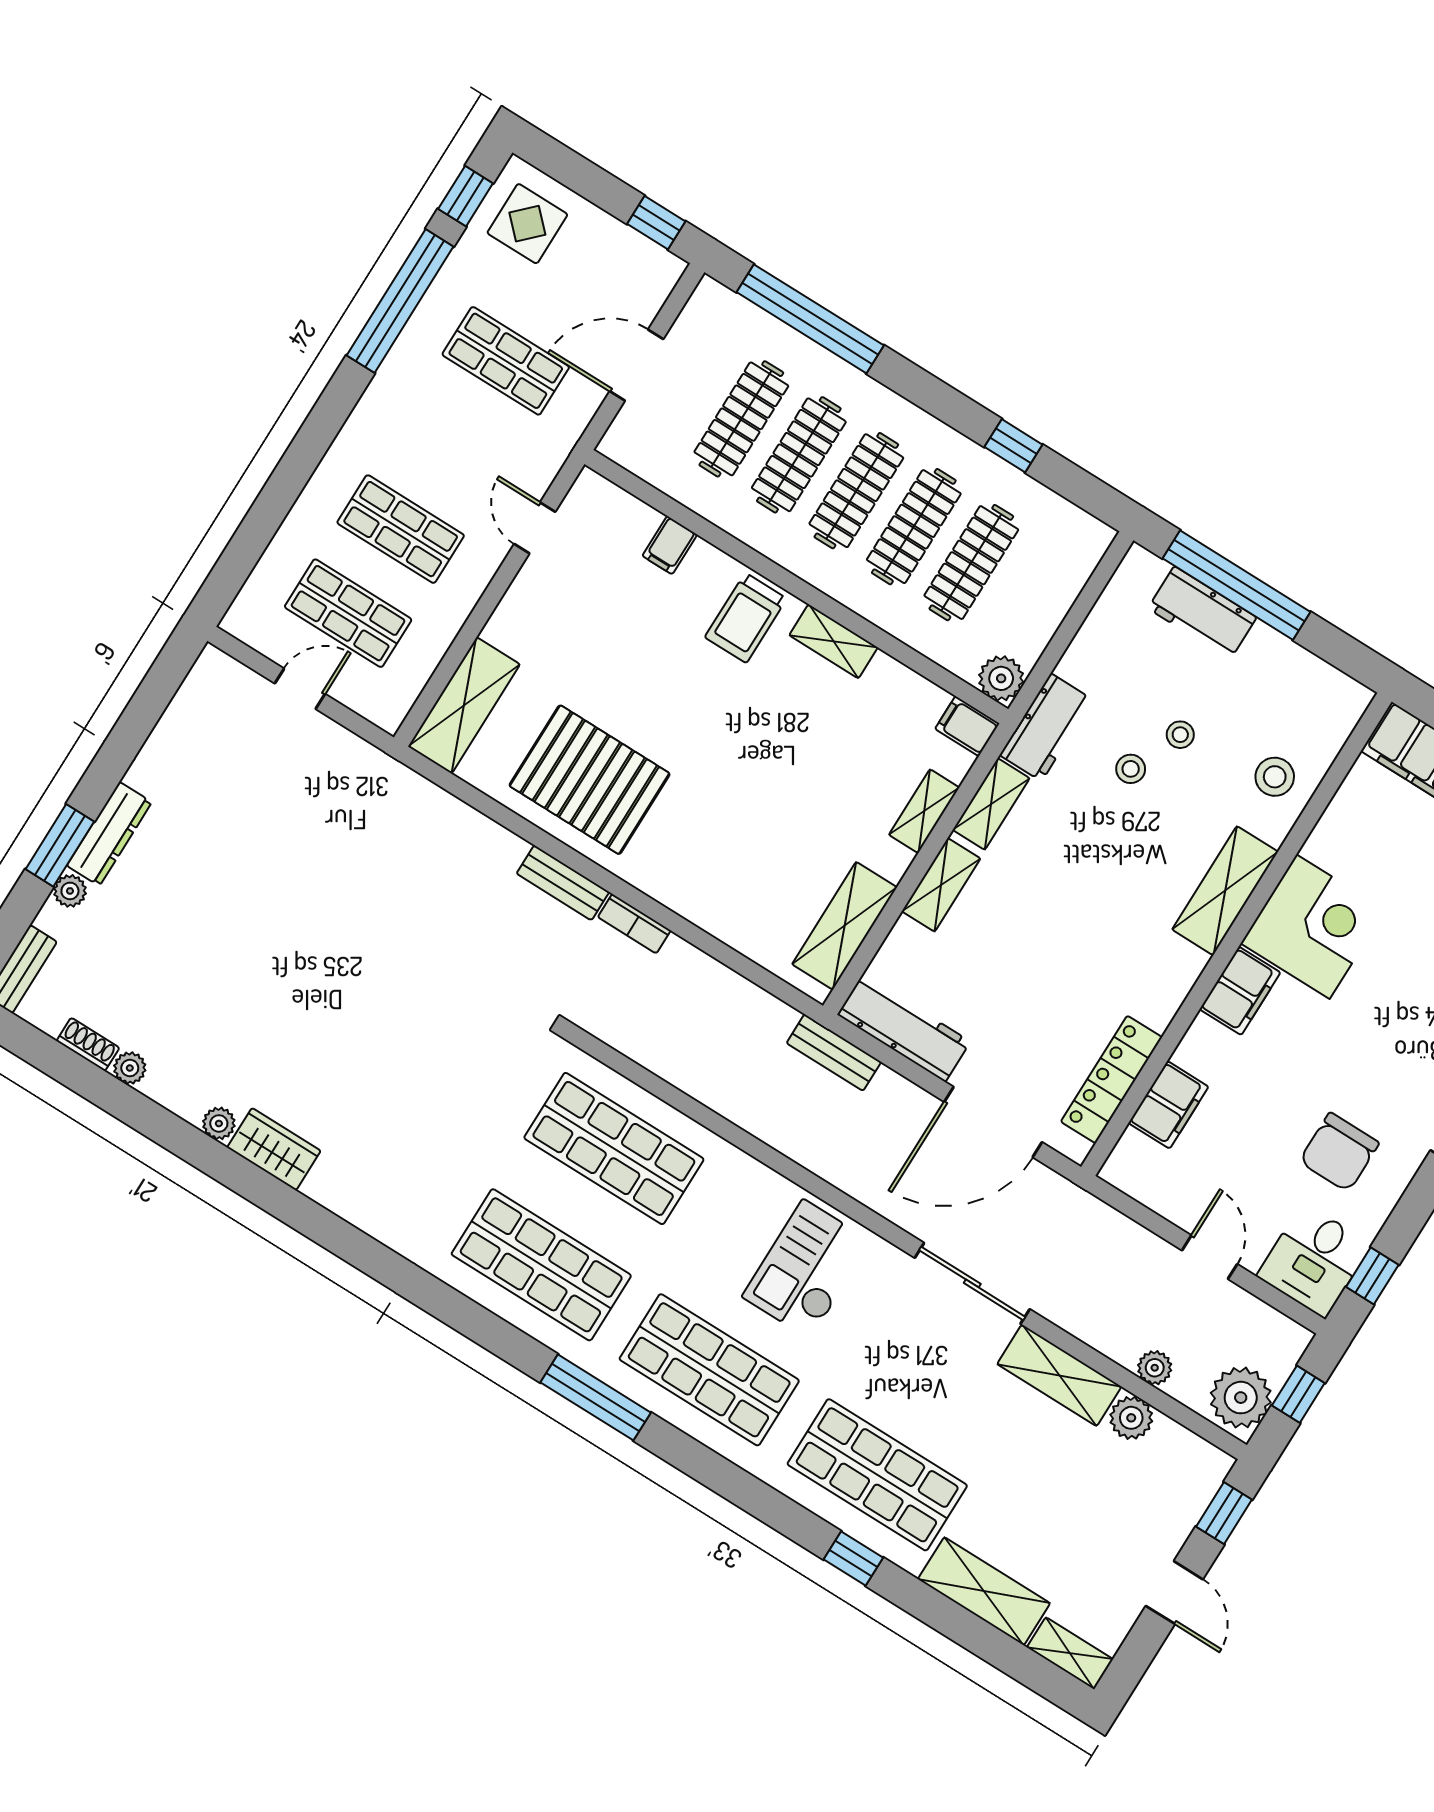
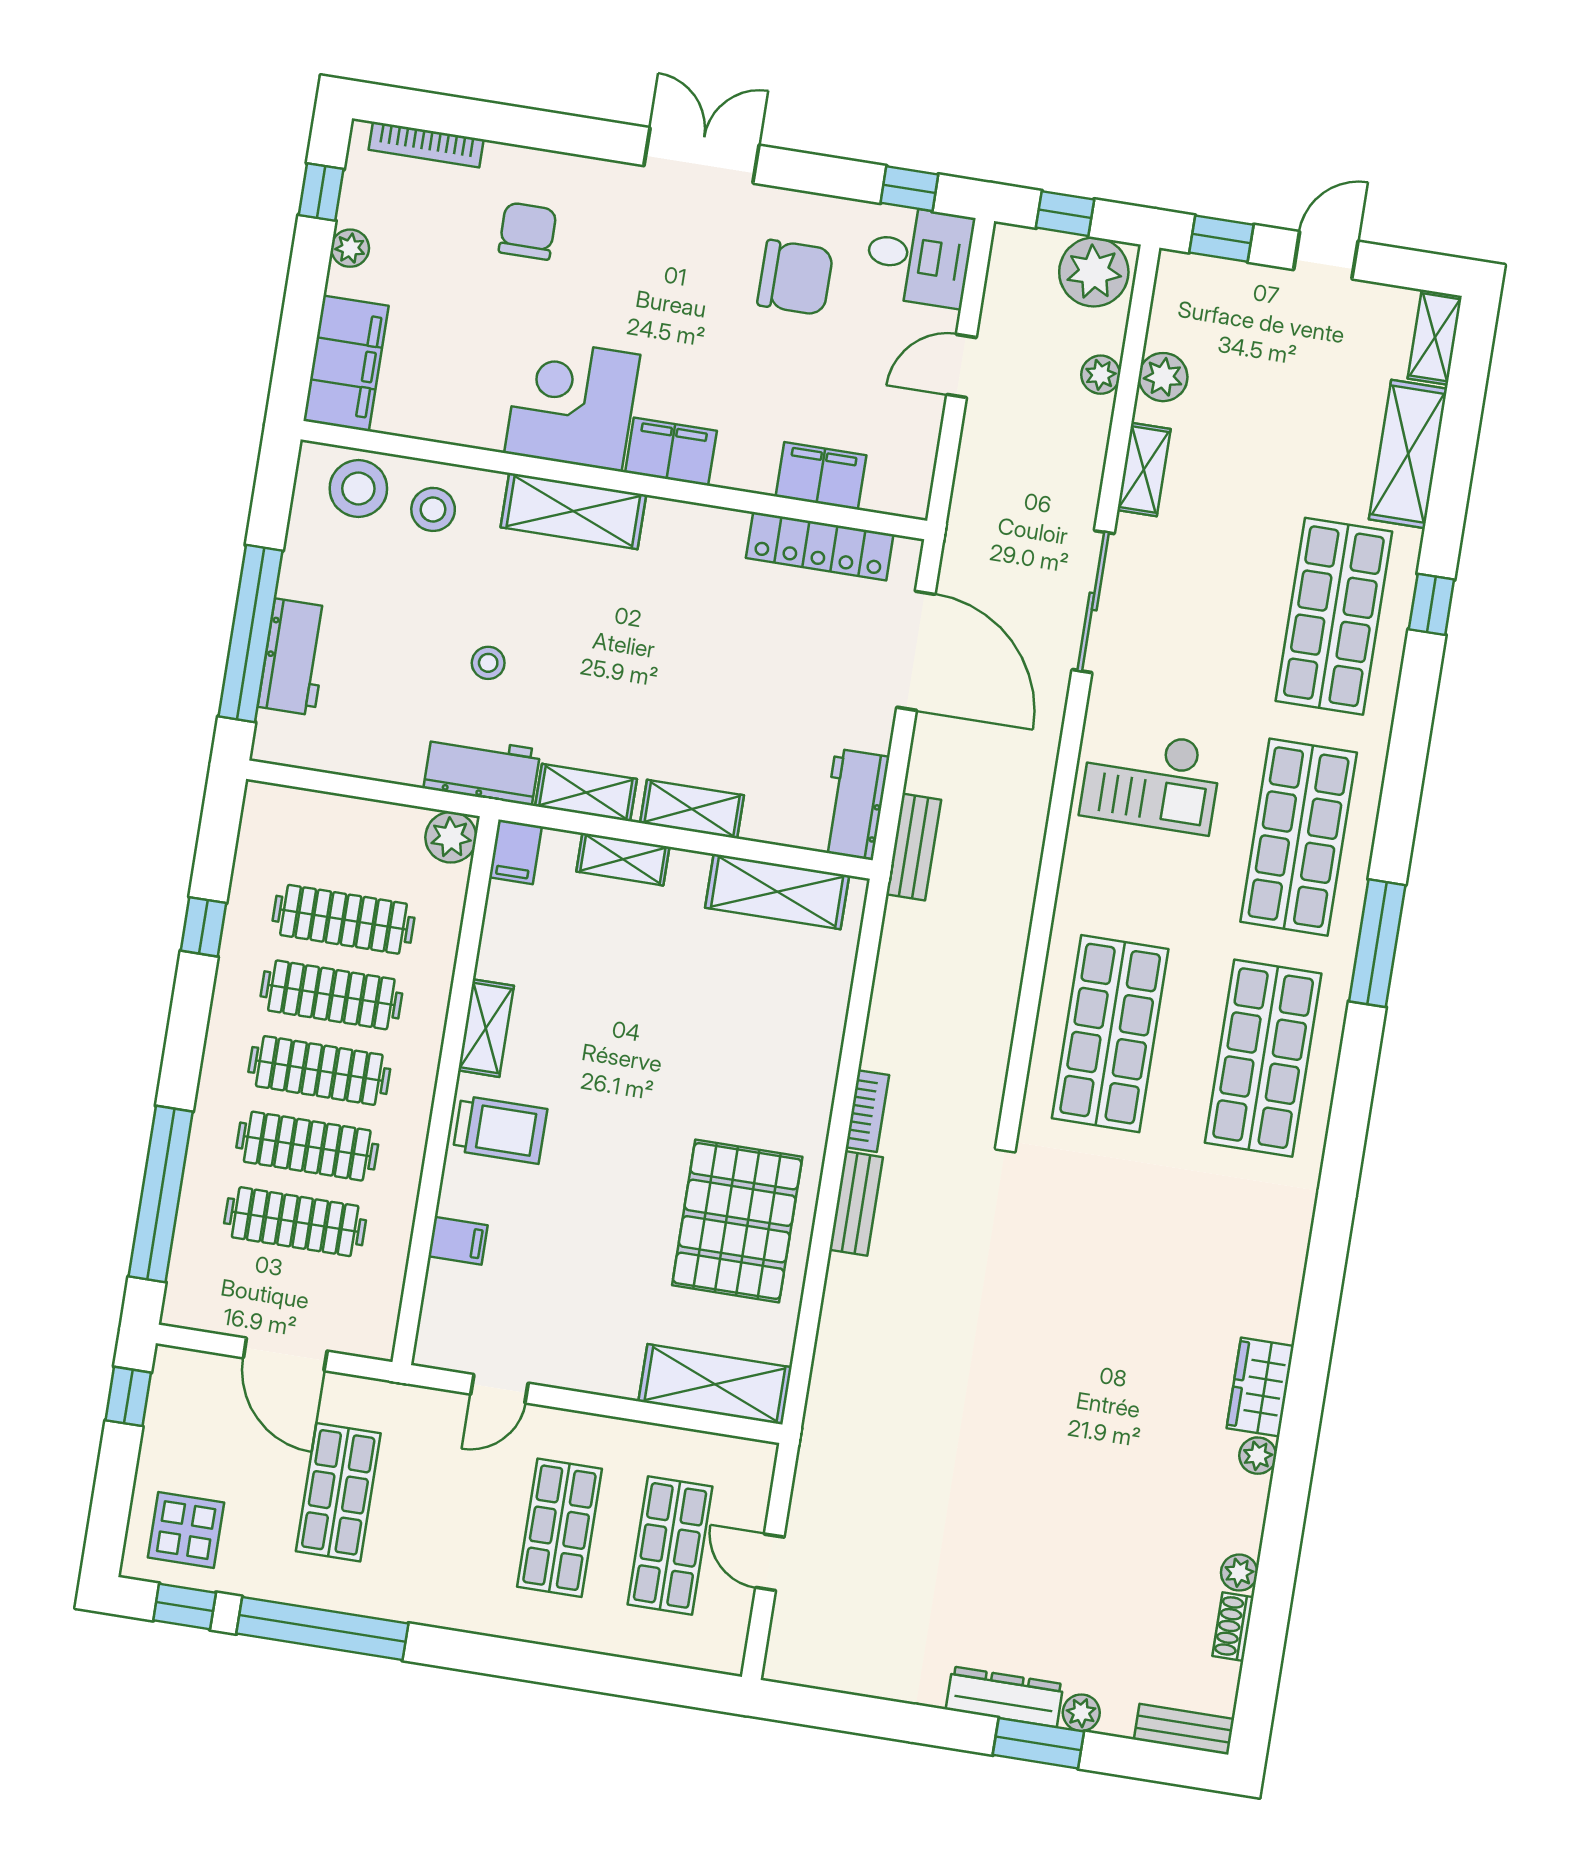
stool: (1180, 735) -> (358, 489), moved, width x1.89, depth x1.89
workbench: (904, 1028) -> (854, 804), width x0.73
shelving: (1059, 1375) -> (1144, 470), width x0.67, depth x0.75

